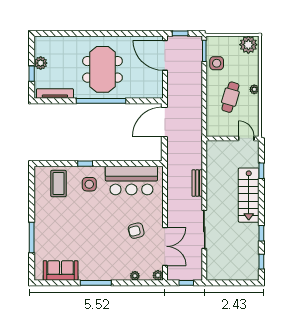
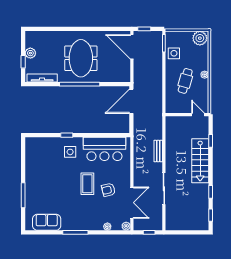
coffee table: (59, 184) -> (87, 184), moved

